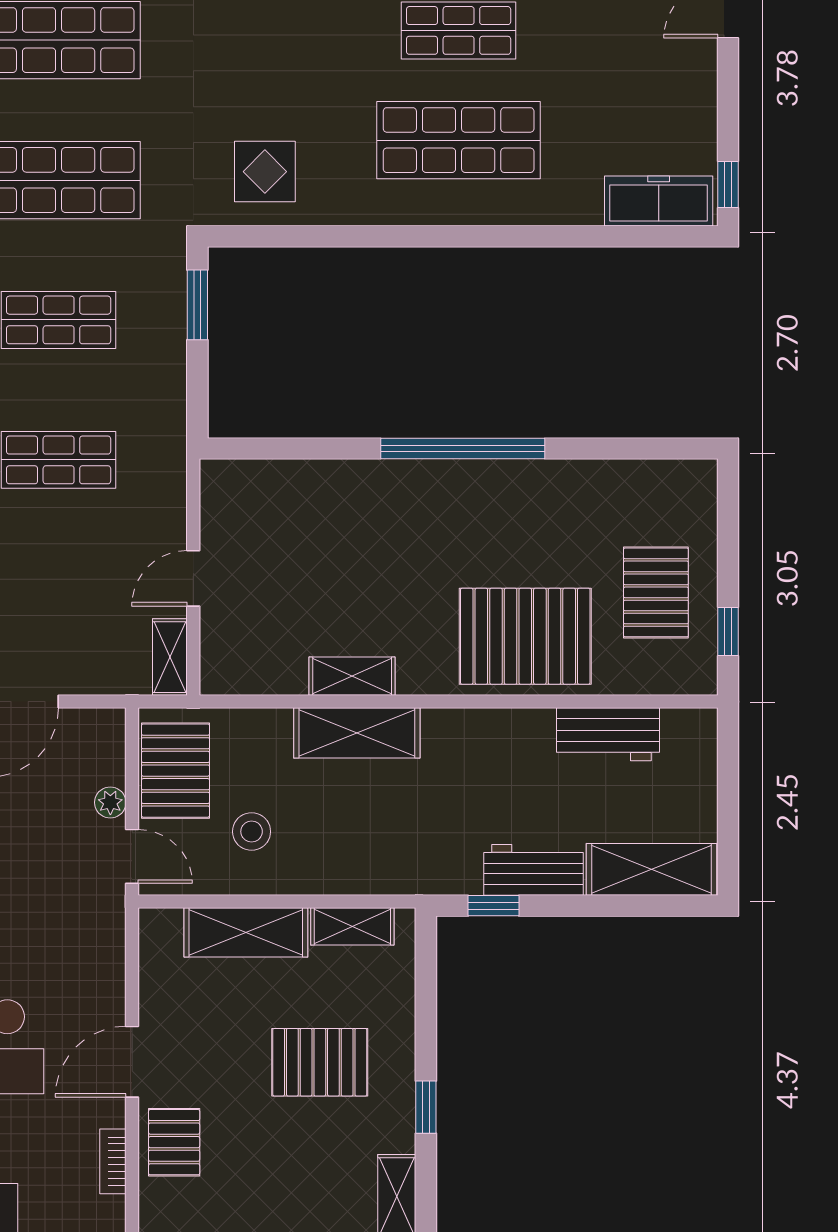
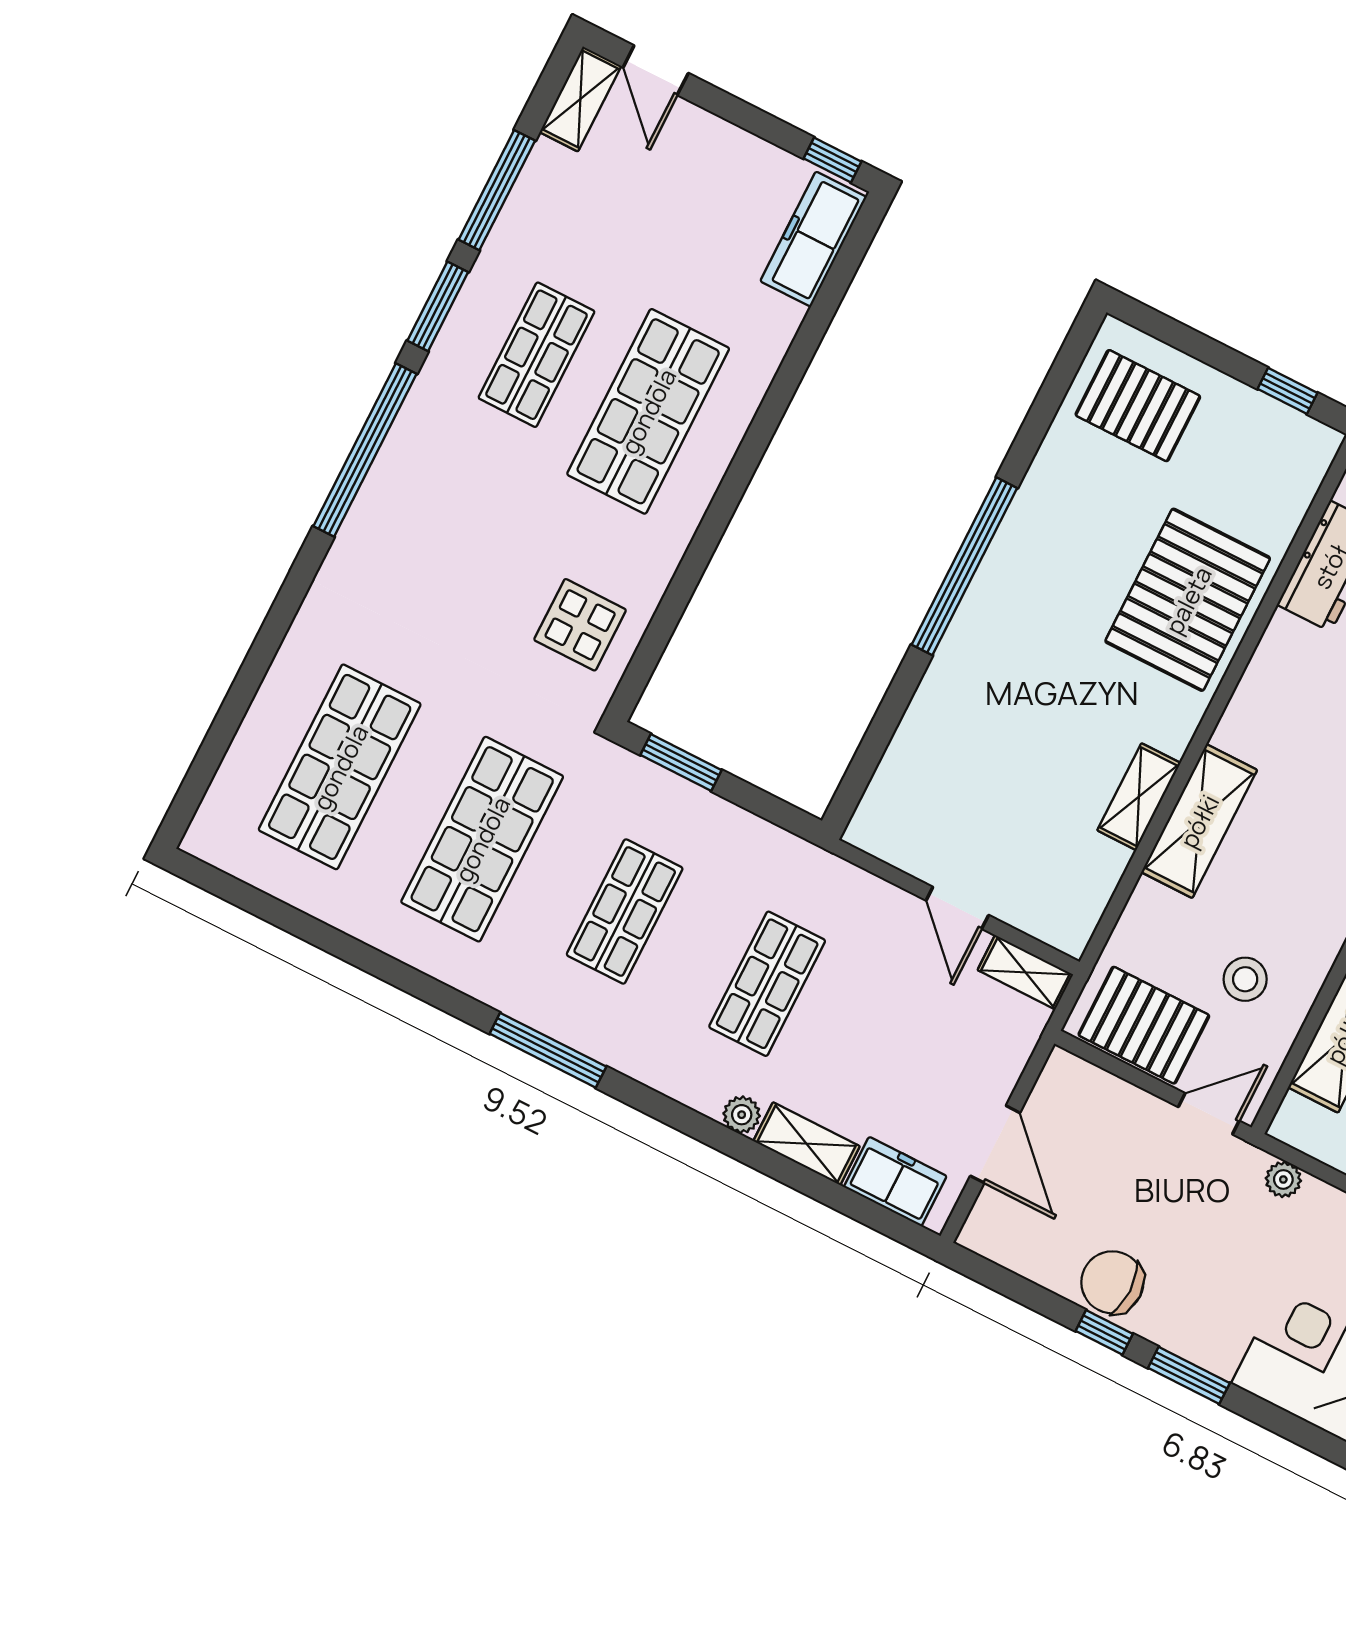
pallet: (656, 592) -> (1138, 406), moved
plant: (110, 802) -> (1283, 1179), moved

